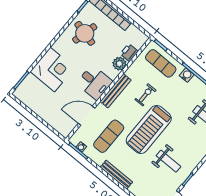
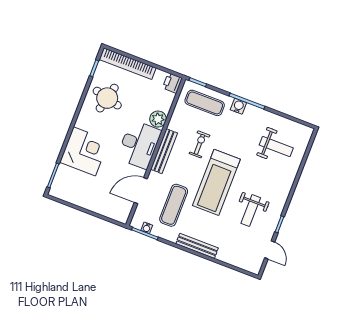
printer: (129, 53) -> (172, 83), moved
desk: (95, 82) -> (139, 144), width x1.37
weight bench: (168, 161) -> (251, 211), turned 90

